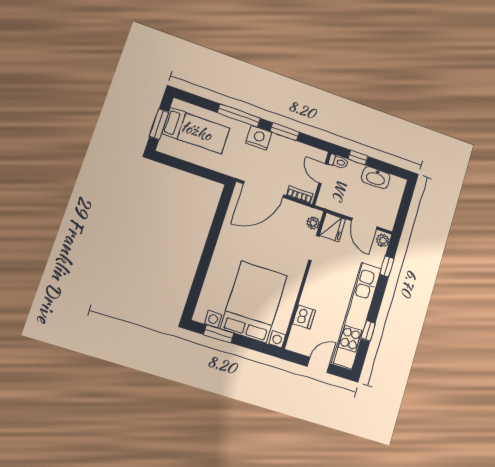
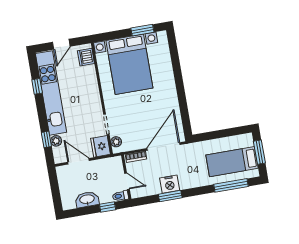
window: (239, 116) -> (231, 185), moved
nightstand: (259, 138) -> (170, 184), moved
plant: (383, 241) -> (56, 141), moved
dishwasher: (304, 317) -> (86, 57), moved

